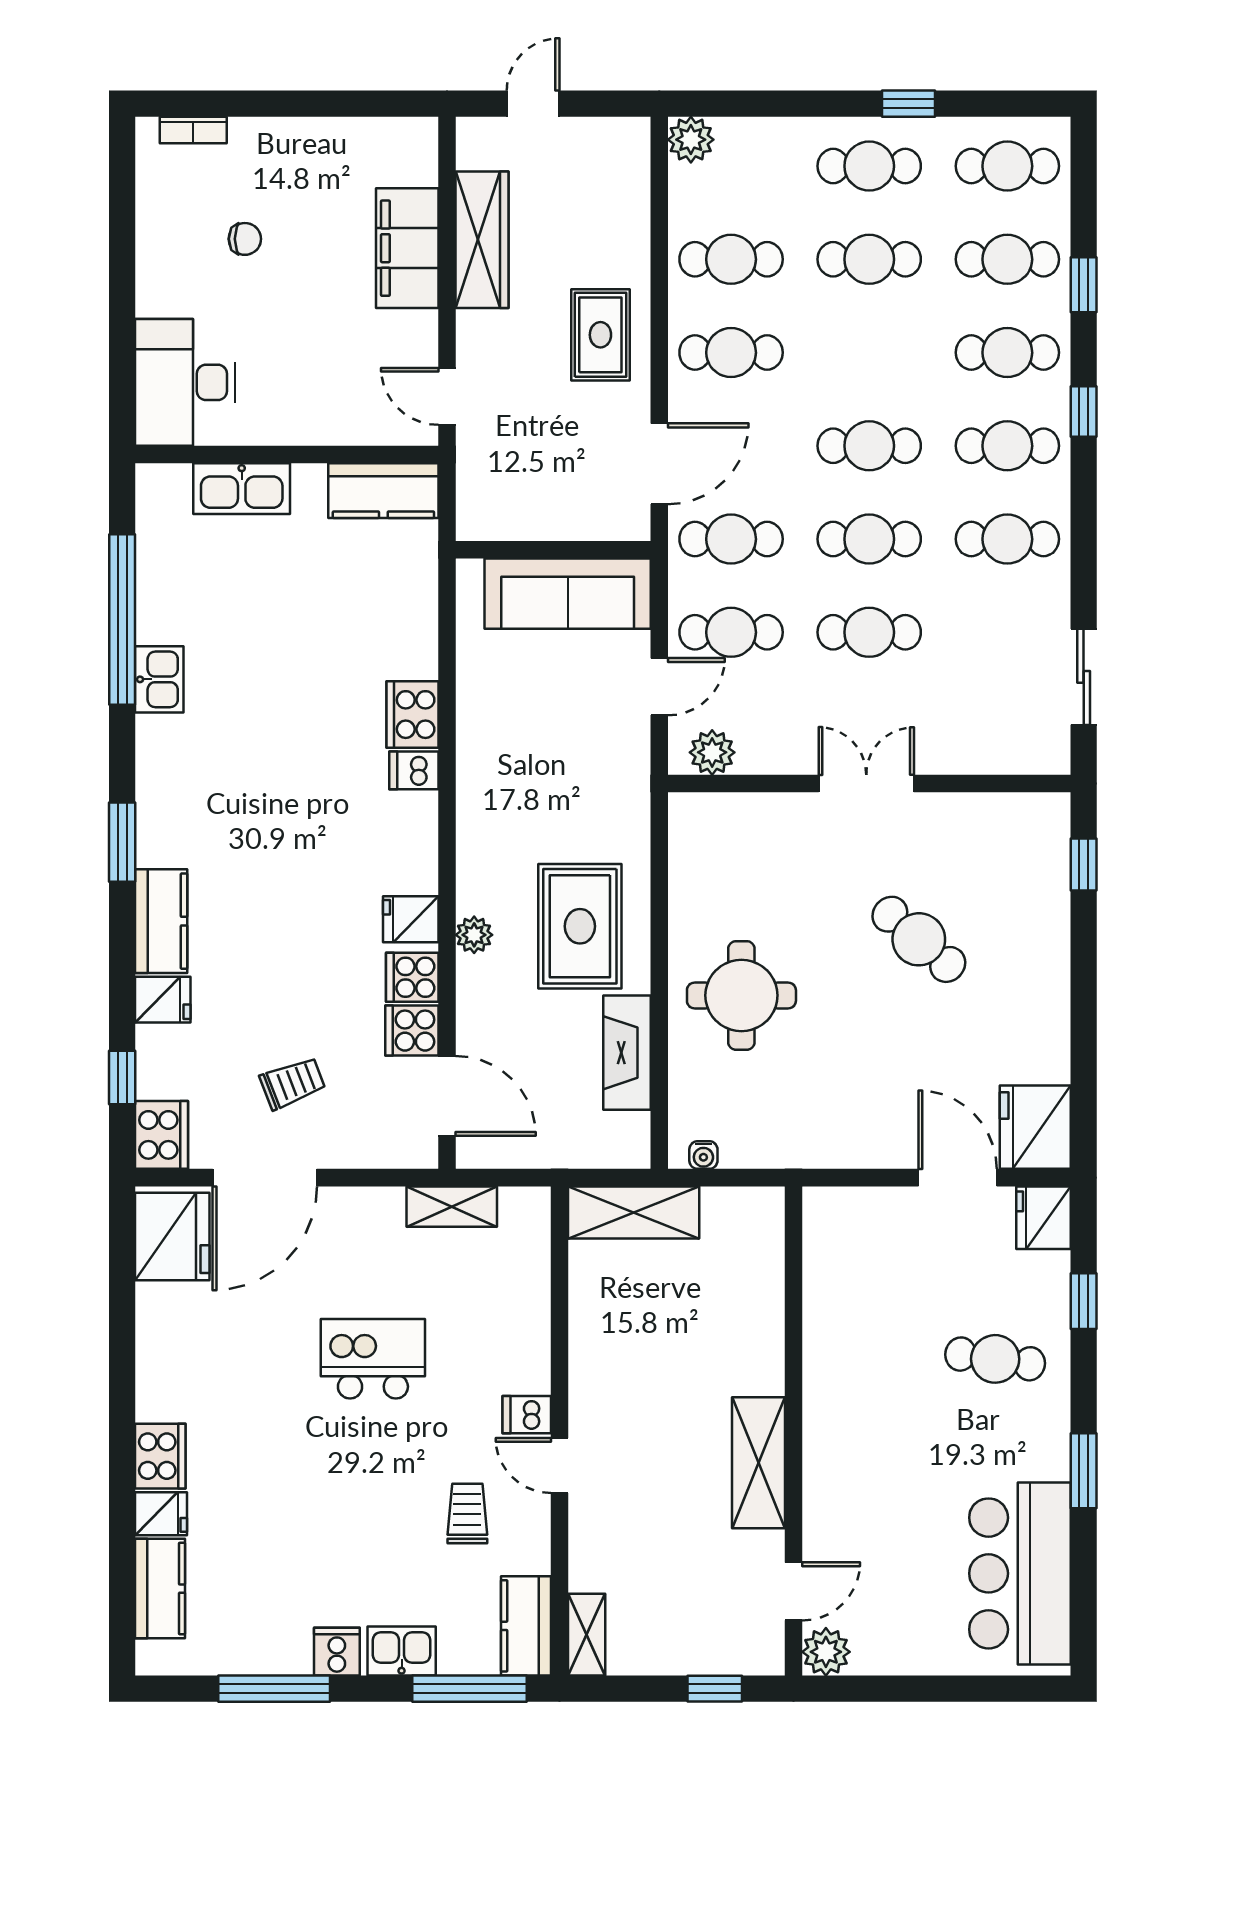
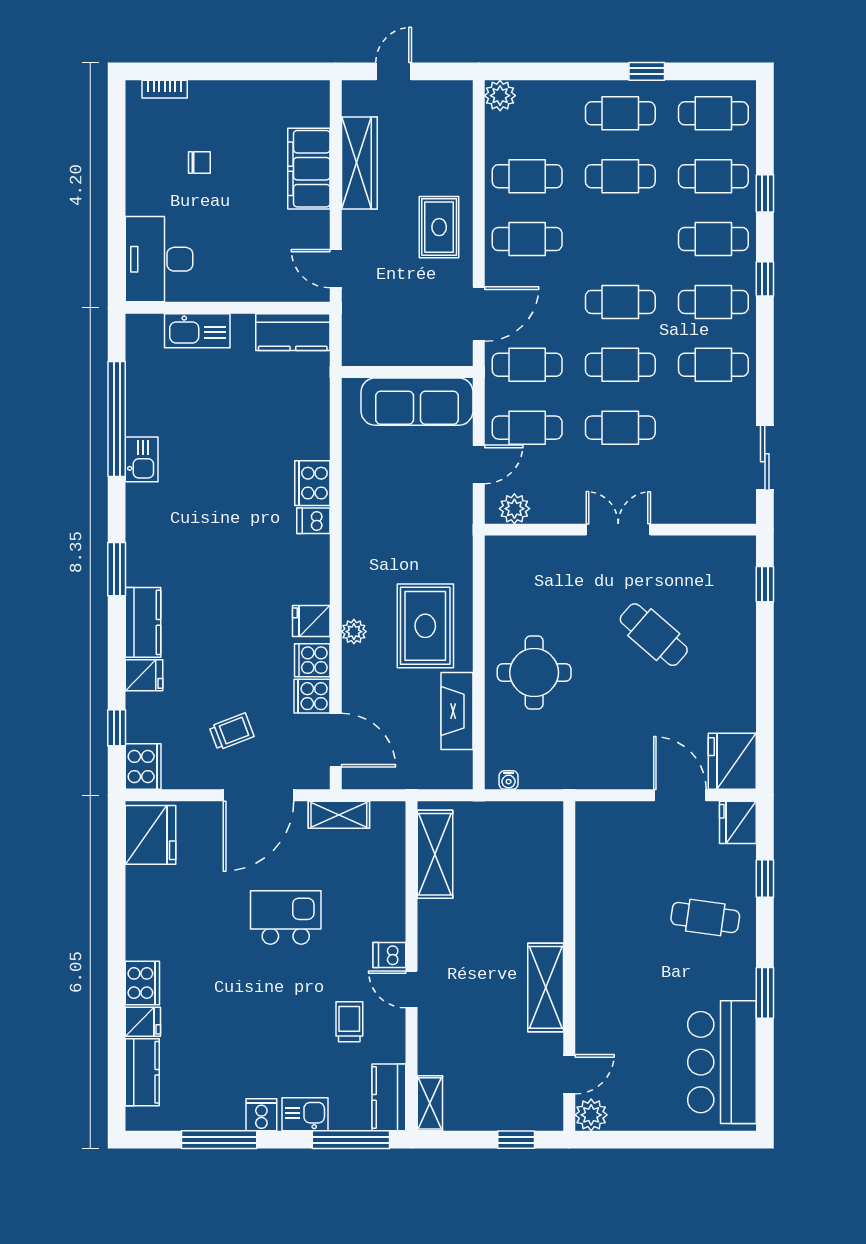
door: (265, 1178) -> (258, 795), moved
shelving: (634, 1212) -> (435, 854), moved, turned 90

